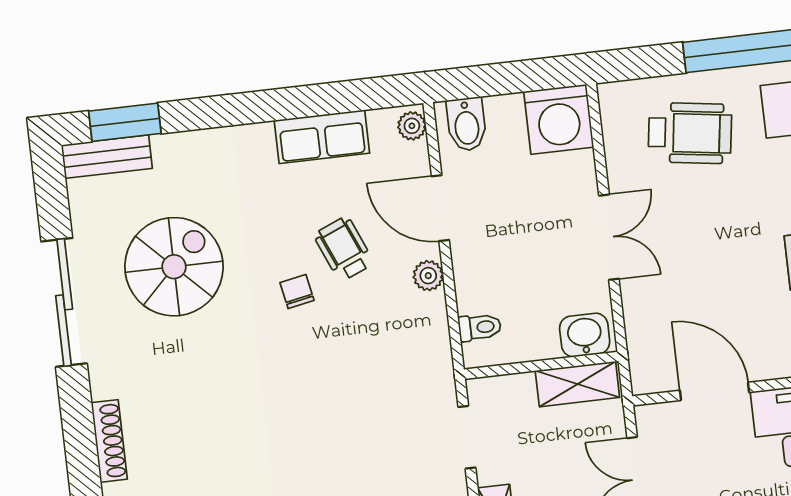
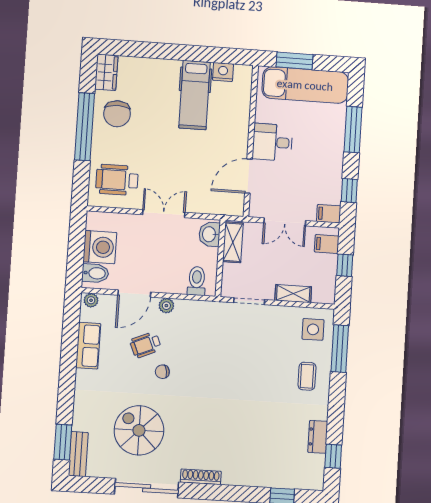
washing machine: (559, 119) -> (100, 247), moved
wheelchair: (690, 133) -> (117, 180), moved, turned -98
toilet: (480, 327) -> (197, 281), width x1.37, depth x1.39
shoe rack: (109, 441) -> (201, 477), moved

